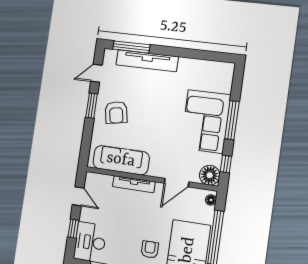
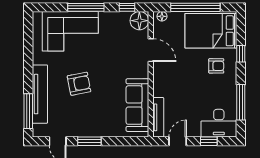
armchair: (116, 112) -> (79, 84), moved
corner sofa: (206, 121) -> (70, 31), moved
tv unit: (134, 184) -> (158, 117), moved
armchair: (150, 249) -> (216, 66), turned 180

